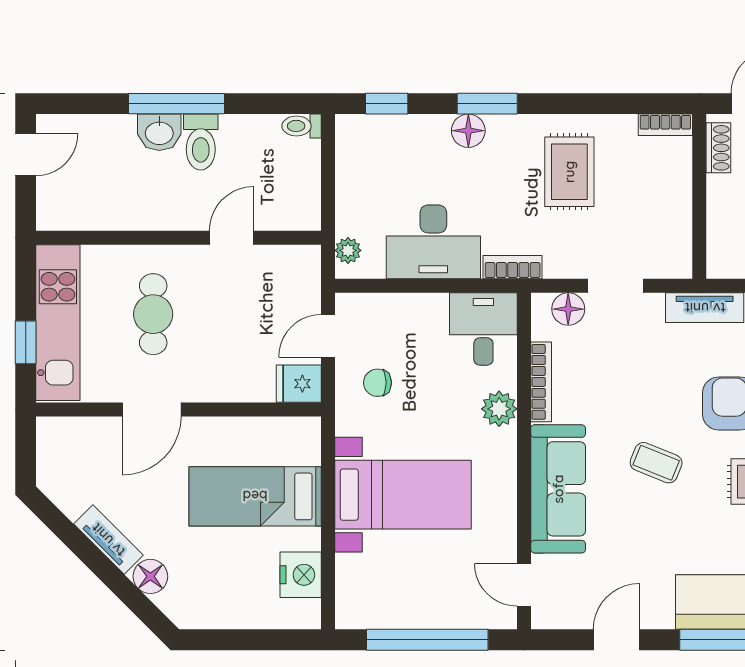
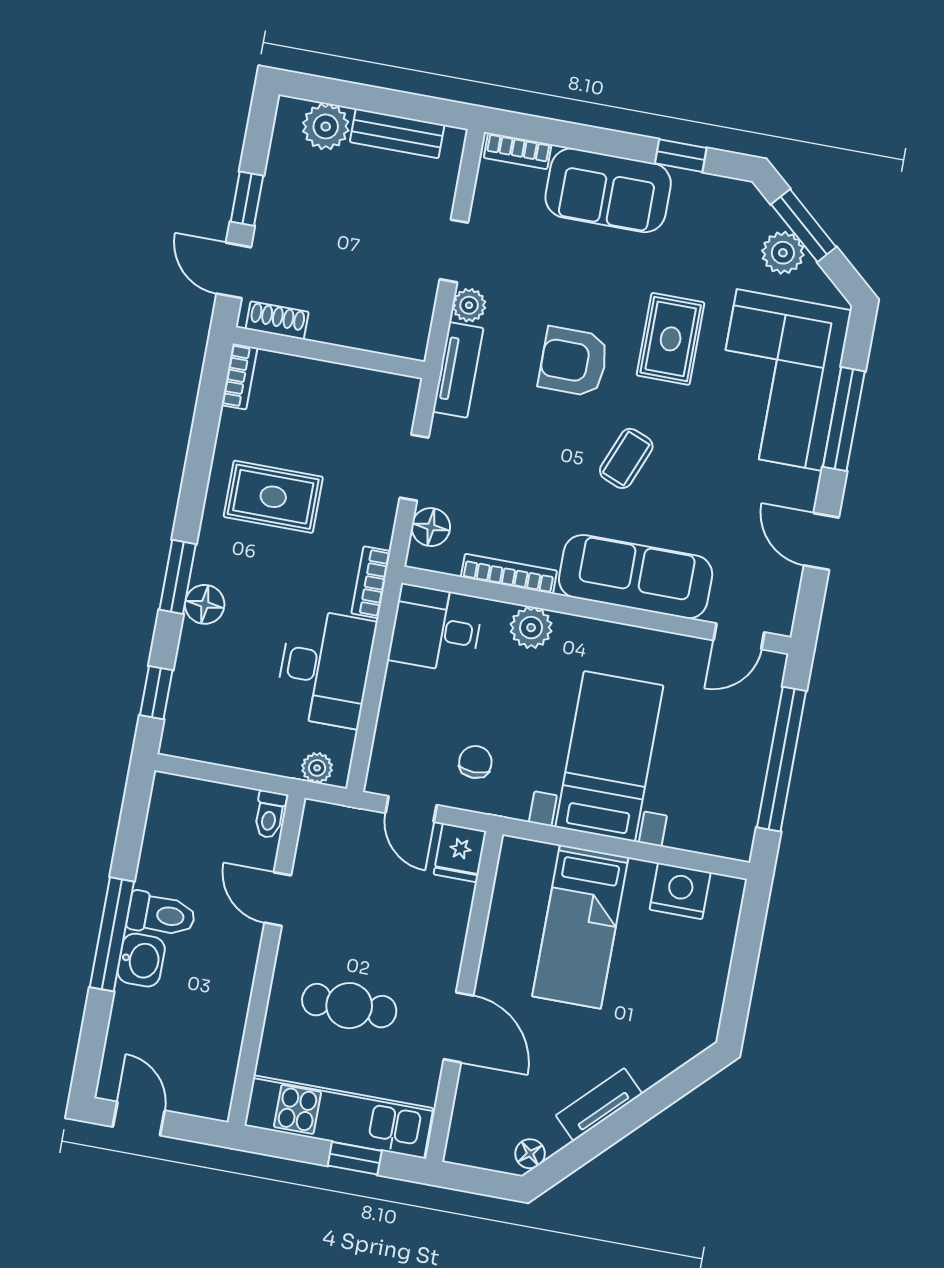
toilet: (302, 126) -> (270, 815), moved
chair: (377, 383) -> (475, 762), turned 180
floor lamp: (150, 576) -> (530, 1154), moved, width x0.73, depth x0.73

